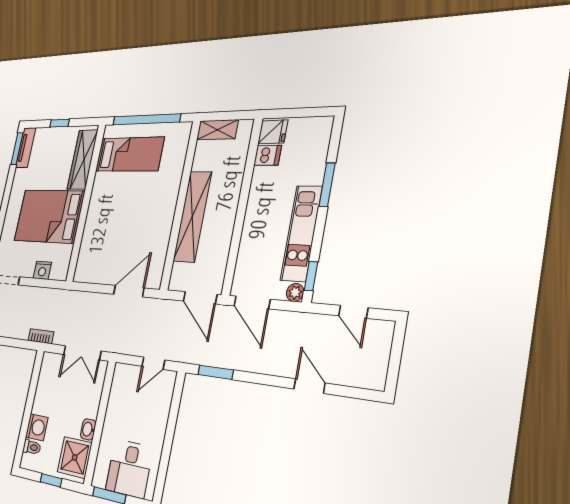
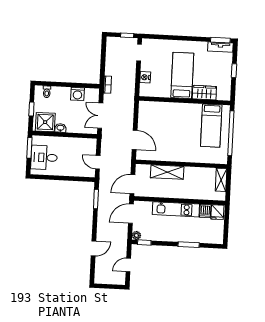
wardrobe: (83, 159) -> (204, 93), width x0.67
bed: (49, 216) -> (182, 75), width x0.67
shelving: (192, 216) -> (167, 172), width x0.68
kitchen unit: (301, 233) -> (176, 209), moved, turned 180
washing machine: (37, 427) -> (77, 94), moved

